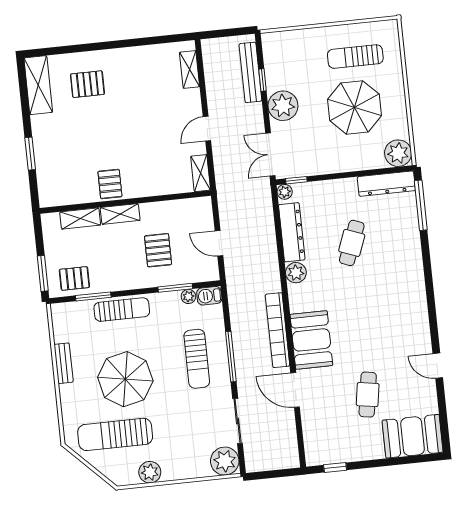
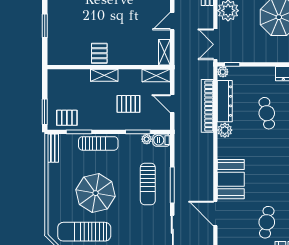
shelving: (80, 218) -> (156, 75), moved
cafe table: (352, 243) -> (267, 113), turned -33
pallet: (158, 250) -> (128, 104), turned 90
bookcase: (277, 330) -> (207, 106), moved
bench: (64, 363) -> (53, 148), moved

